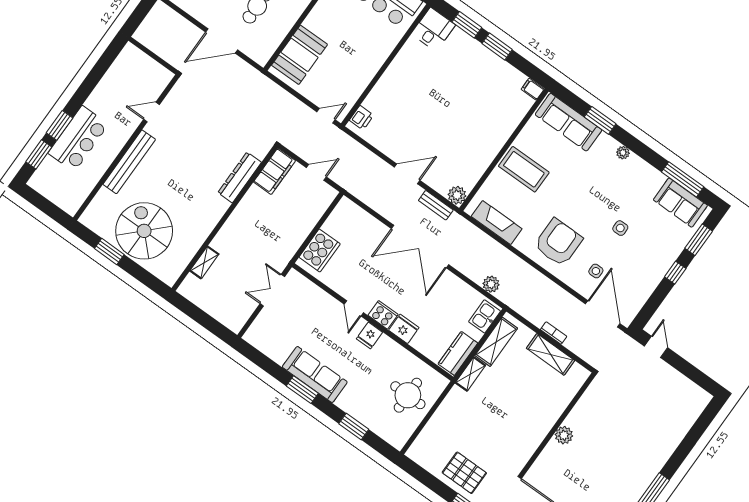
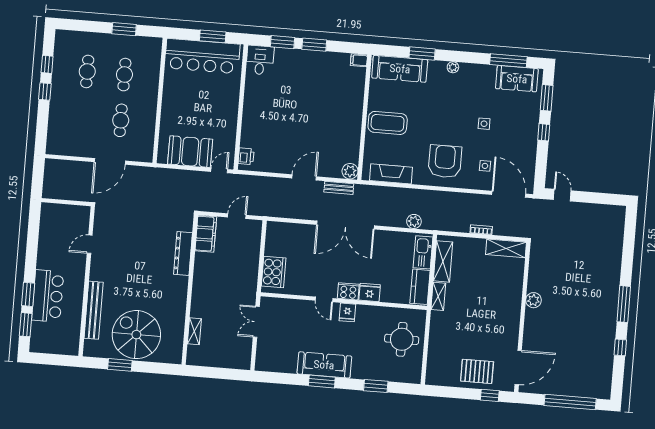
booth: (299, 55) -> (190, 152), moved, turned 90
bench: (129, 162) -> (94, 310), moved
kitchen sink: (485, 316) -> (423, 252), width x1.38
shelving: (550, 354) -> (506, 248), moved

